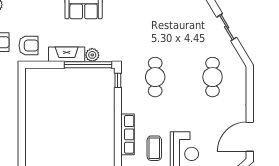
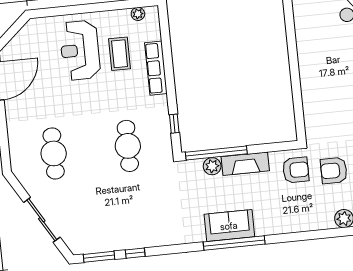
sliding door: (227, 27) -> (42, 220), width x1.37
armchair: (29, 46) -> (296, 170), turned 180
window: (118, 80) -> (174, 124), moved

